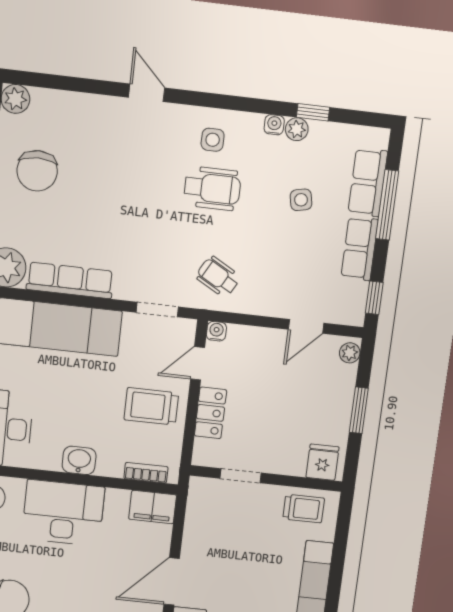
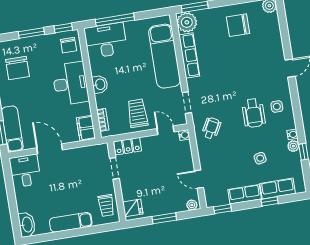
window: (387, 205) -> (270, 201), width x0.46
locker: (210, 413) -> (128, 146), moved

